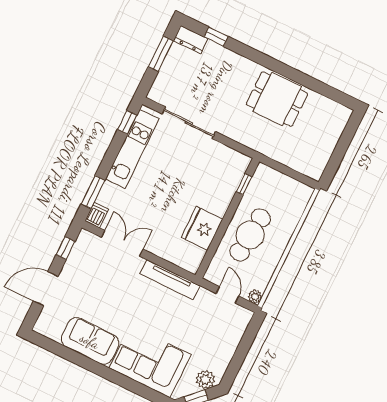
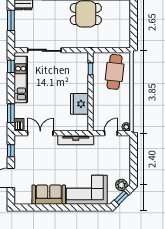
cafe table: (250, 235) -> (115, 72), moved
door: (227, 295) -> (111, 133), hinge flipped

